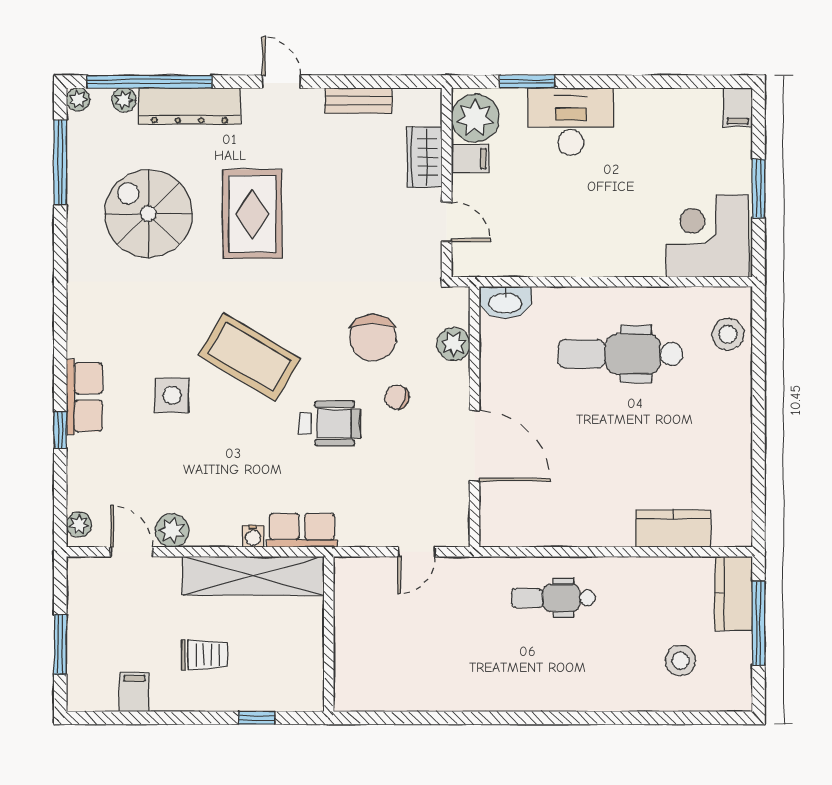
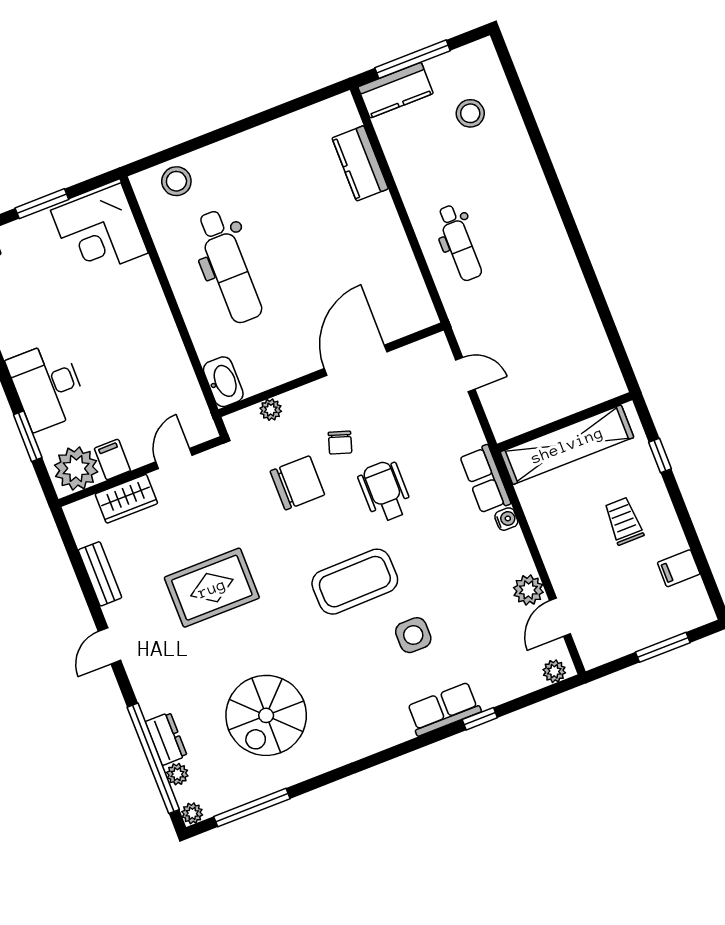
dresser: (189, 106) -> (166, 739), width x0.51, depth x0.80
rug: (252, 214) -> (212, 588), moved
plant: (453, 344) -> (271, 410), width x0.73, depth x0.73
coffee table: (250, 357) -> (355, 582), turned 58
shelving: (253, 576) -> (567, 445), moved, turned 90

